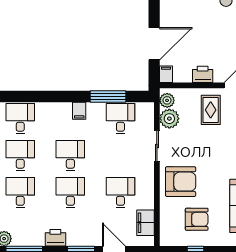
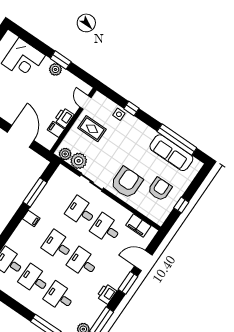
filing cabinet: (166, 74) -> (56, 129), moved
desk: (120, 118) -> (81, 211), moved

